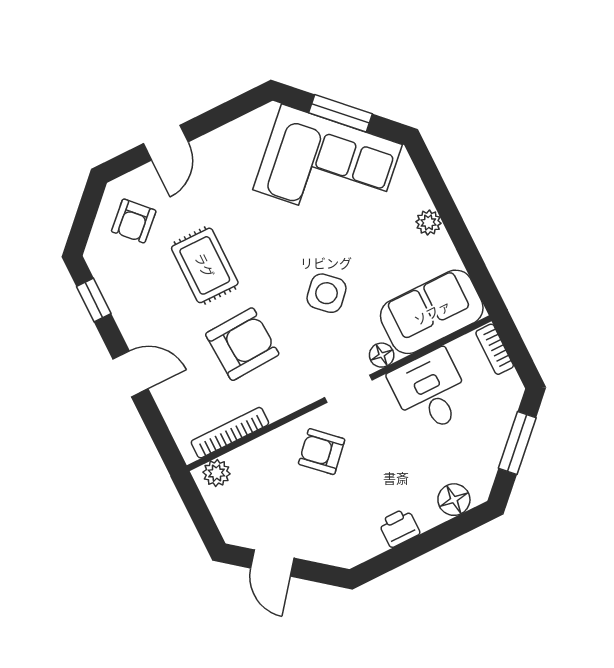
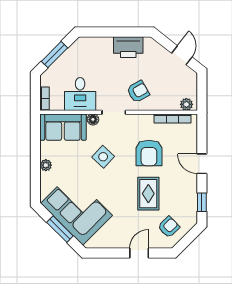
armchair: (242, 344) -> (149, 153), turned -87
armchair: (322, 452) -> (138, 92), turned -73
floor lamp: (454, 500) -> (93, 44), removed
printer: (399, 528) -> (128, 47), width x1.87, depth x1.48

